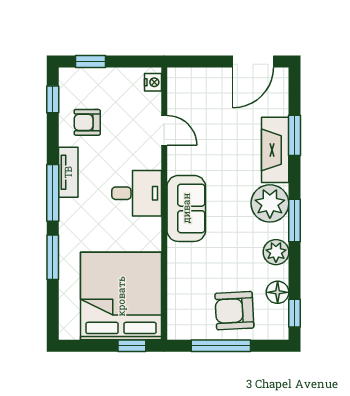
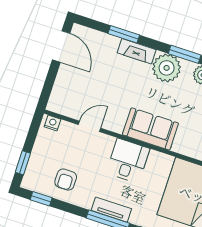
fireplace: (275, 150) -> (137, 51), width x0.73, depth x0.76
tv unit: (68, 172) -> (111, 210), moved

